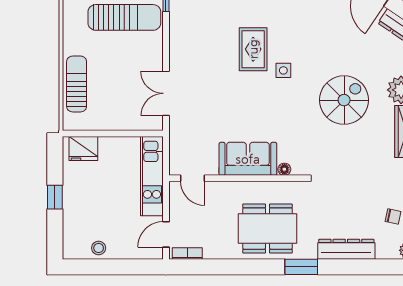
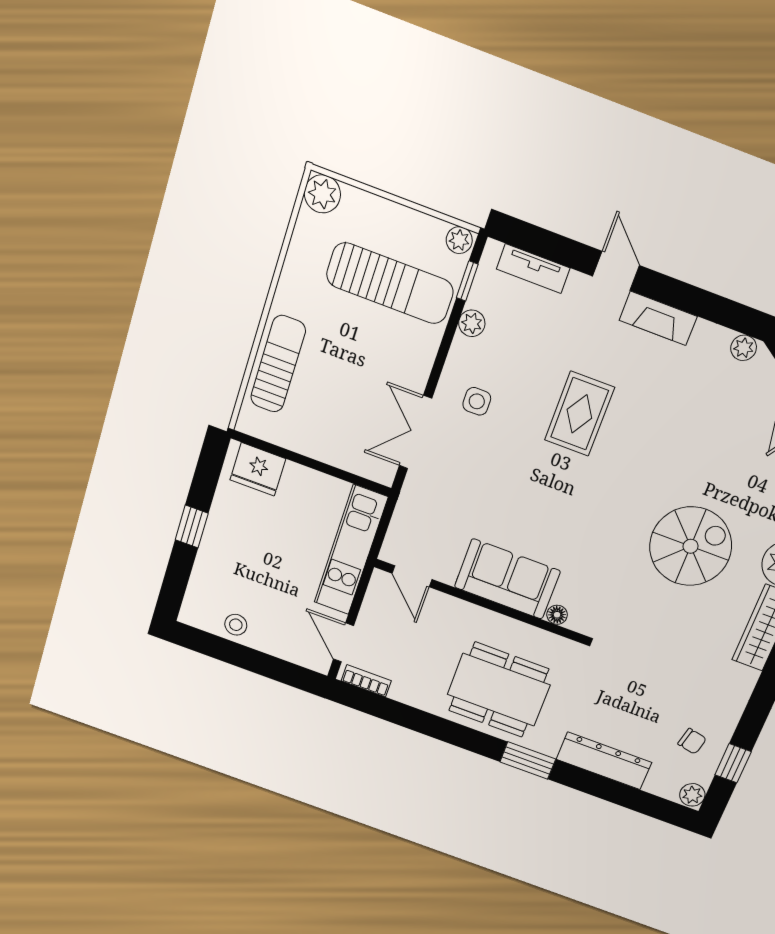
plant: (176, 22) -> (472, 323), added
side table: (283, 70) -> (477, 401), moved
door: (166, 234) -> (343, 642), hinge flipped

